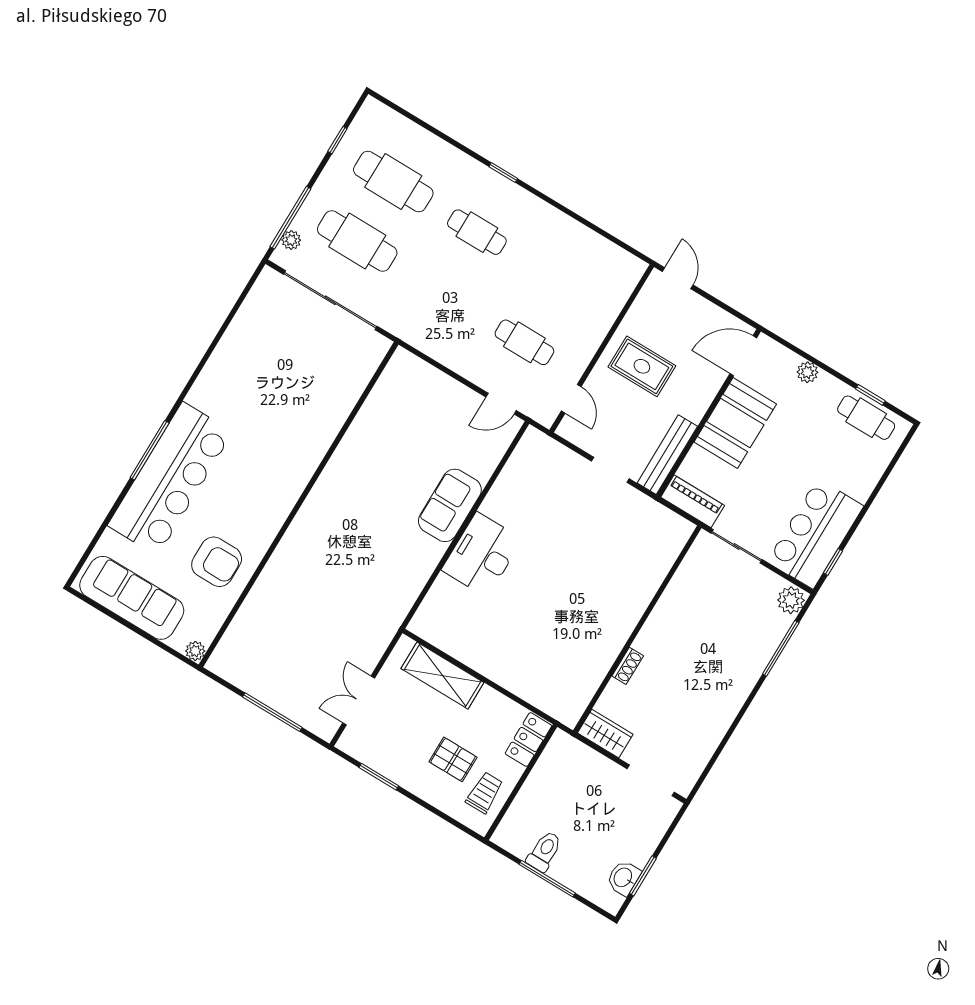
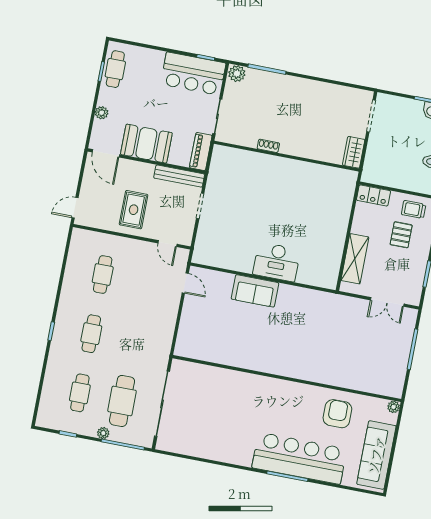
cafe table: (393, 181) -> (80, 393), width x0.73, depth x0.74
plant: (291, 240) -> (103, 433), moved
cafe table: (524, 342) -> (103, 275), moved
door: (571, 399) -> (167, 244), swing flipped
shoe rack: (628, 666) -> (268, 146), moved

